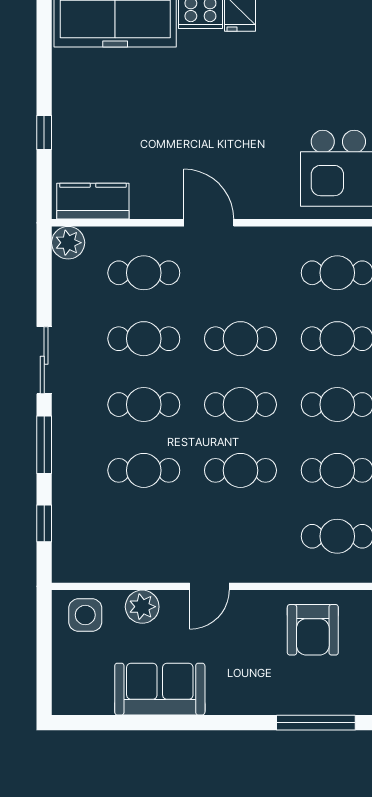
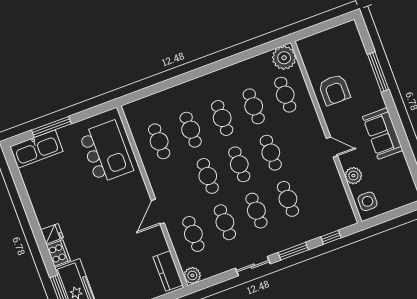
armchair: (313, 630) -> (334, 90), turned 90
sofa: (160, 689) -> (383, 133), moved

